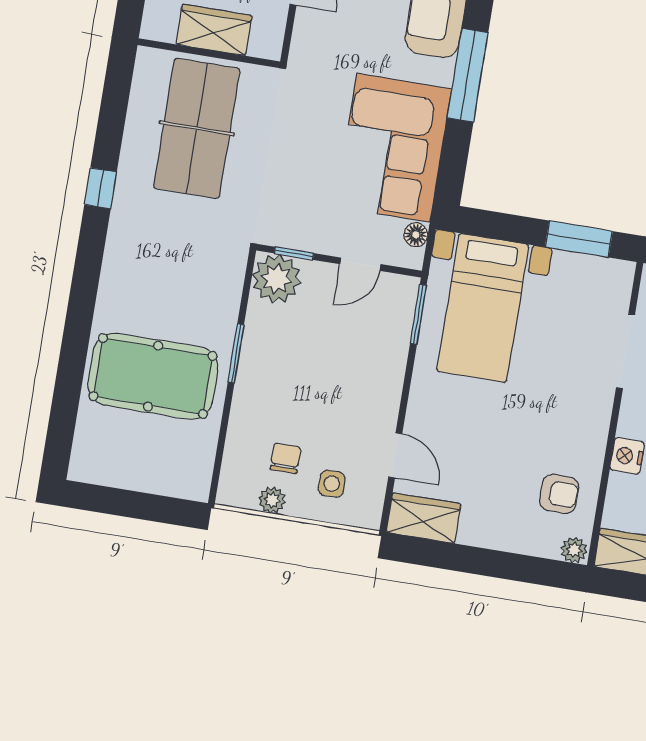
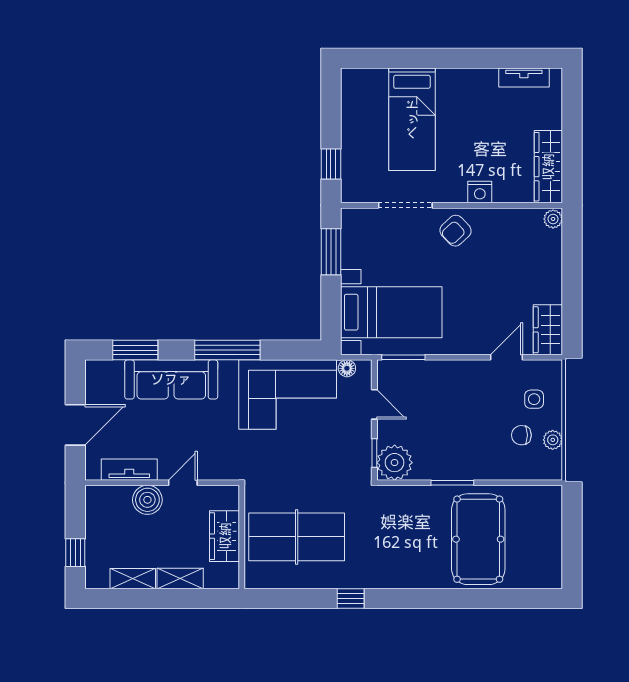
armchair: (559, 494) -> (456, 231), moved, turned -133

